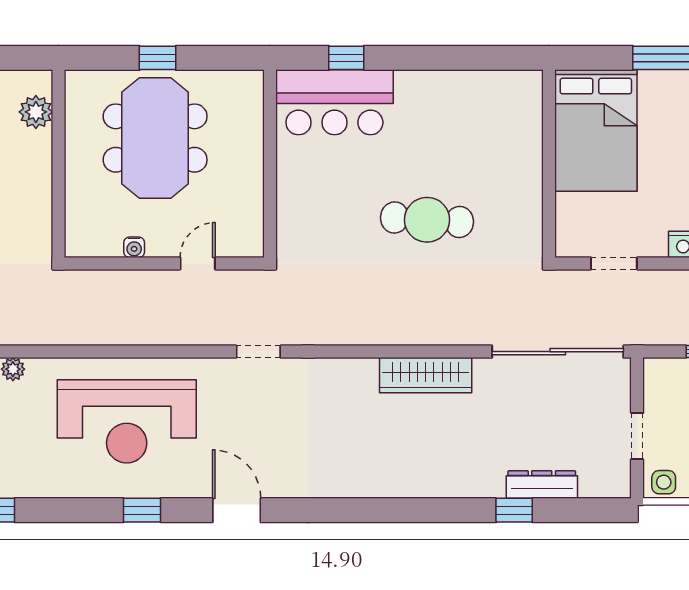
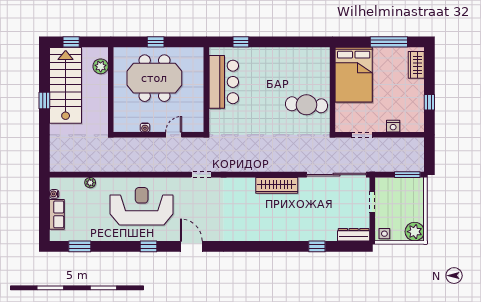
bar counter: (334, 102) -> (224, 82), moved, turned -90
meeting table: (155, 138) -> (154, 78), turned 90
cafe table: (427, 220) -> (306, 105), moved
reception desk: (127, 421) -> (142, 206), turned 180
doorway: (637, 436) -> (372, 202), moved
dresser: (542, 485) -> (354, 235), moved

